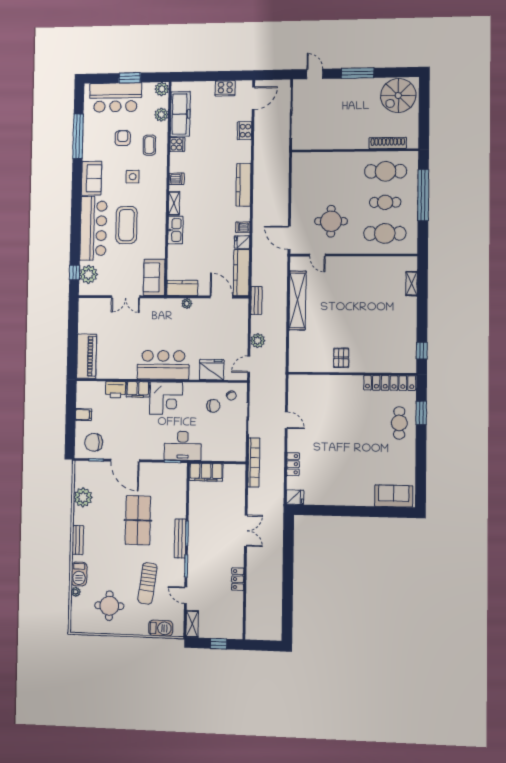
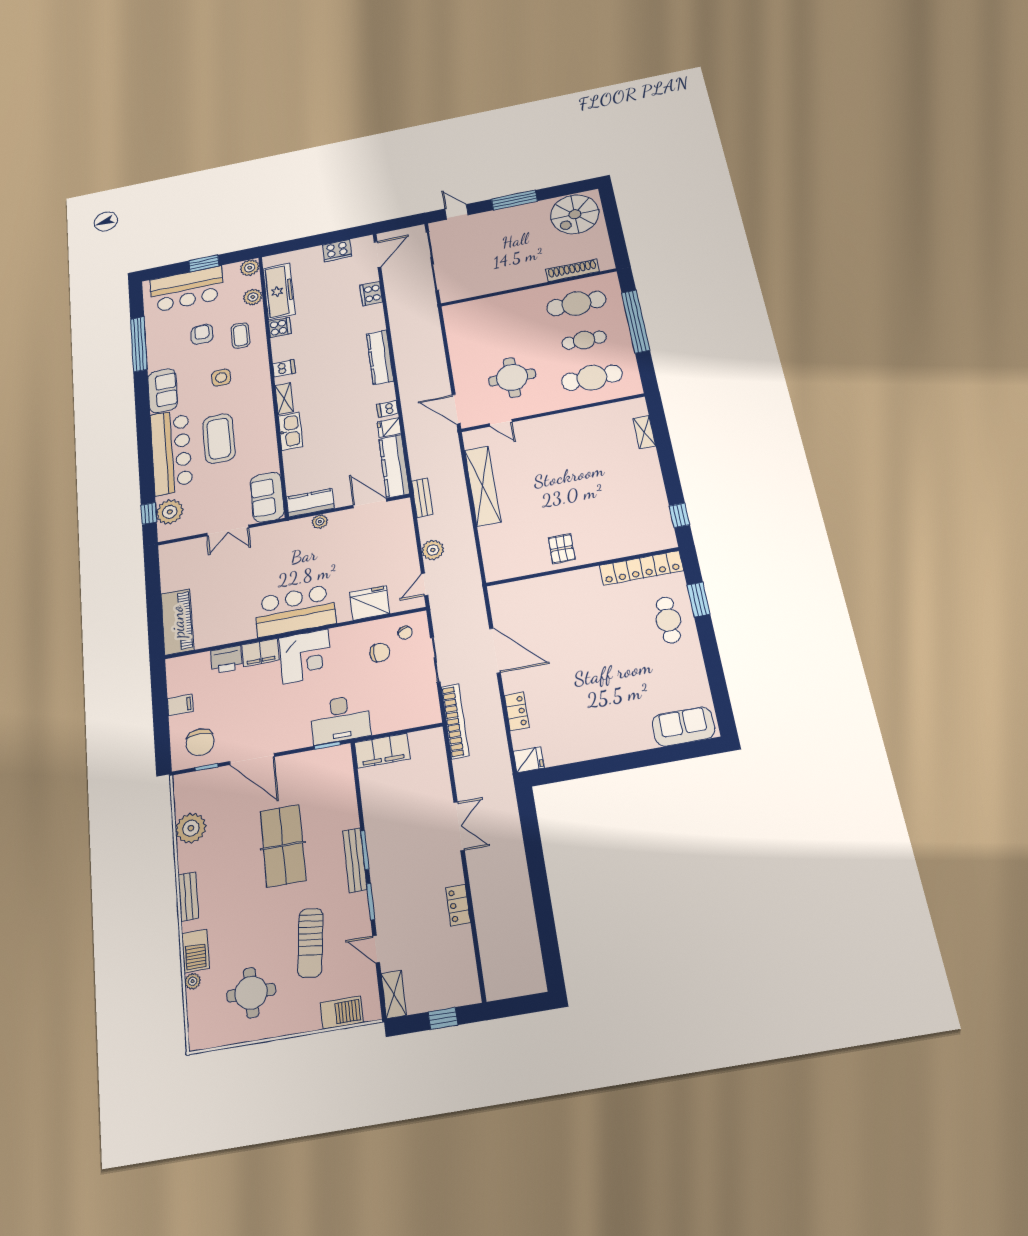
door: (286, 420) -> (495, 651), width x1.87
chair: (94, 442) -> (200, 742), turned -88

